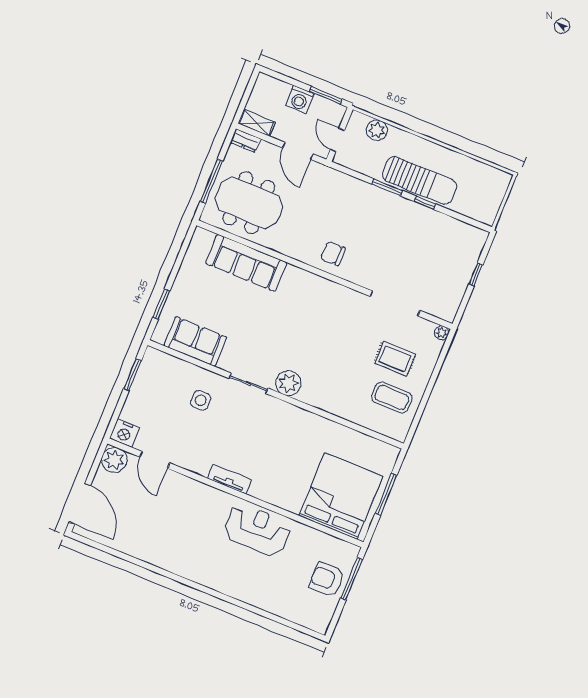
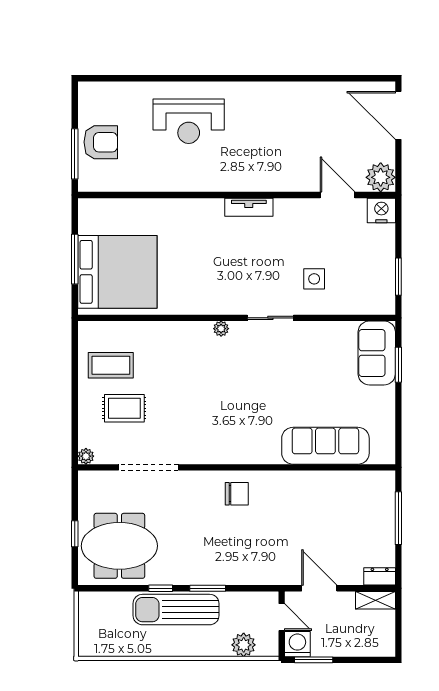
washing machine: (300, 99) -> (297, 644), moved
meeting table: (249, 203) -> (119, 546), moved
sofa: (195, 341) -> (377, 353), moved, turned 90
plant: (288, 383) -> (221, 329), width x0.53, depth x0.53
bed: (341, 496) -> (117, 272), moved, turned -90
reception desk: (257, 530) -> (189, 121), moved

